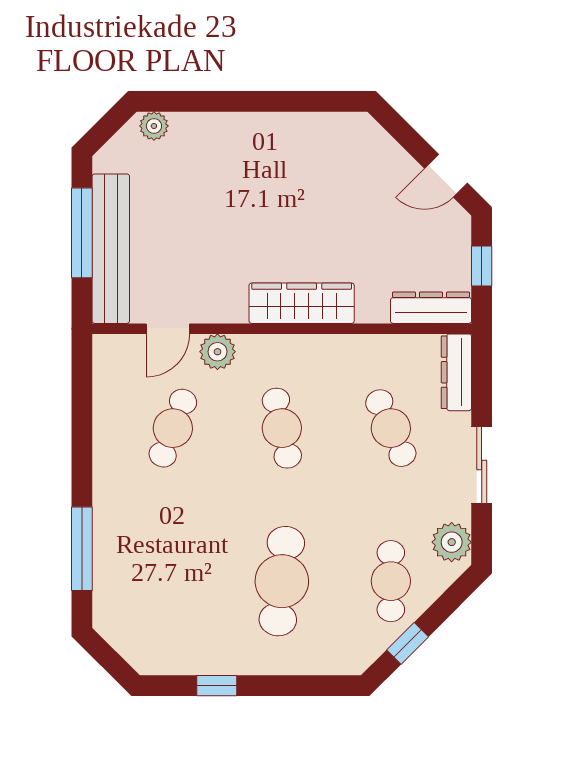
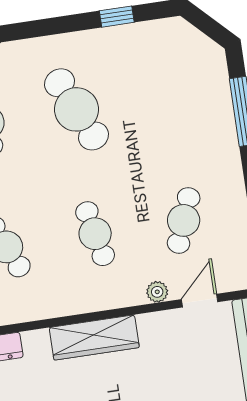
plant: (217, 352) -> (157, 292), width x0.73, depth x0.73
cafe table: (282, 581) -> (77, 109), turned -30

